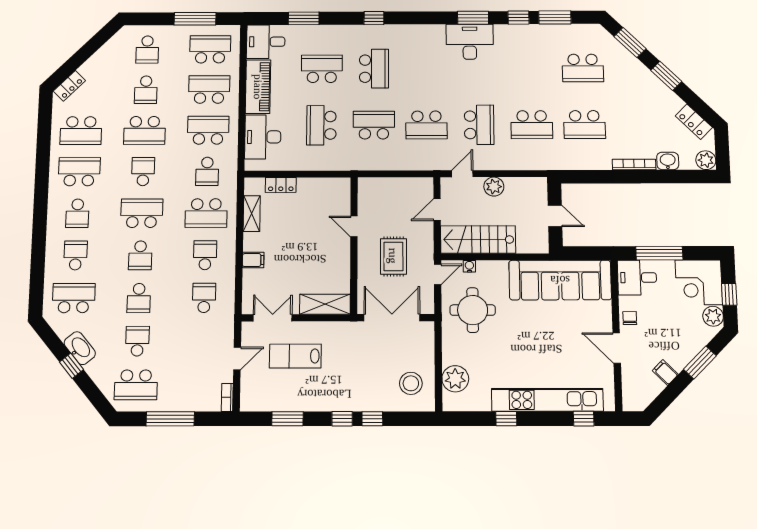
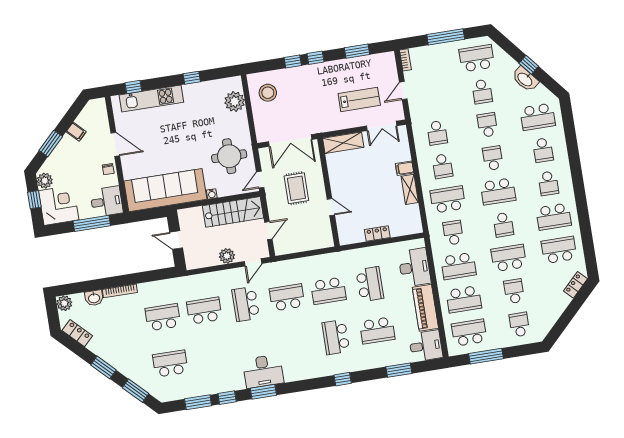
school desk: (210, 49) -> (469, 333), turned 180
locker: (281, 185) -> (377, 234), moved
school desk: (77, 213) -> (548, 183), turned 180
shelving: (252, 214) -> (410, 189), moved
water cooler: (469, 266) -> (212, 194), moved
kitchen unit: (547, 400) -> (151, 99), width x0.73

